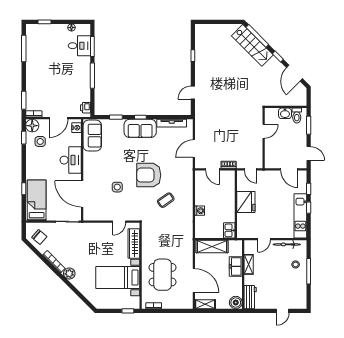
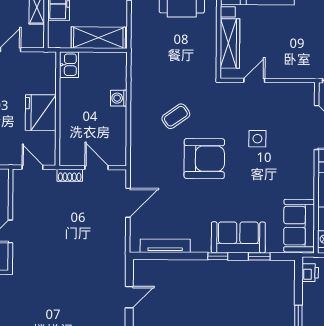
sofa: (140, 128) -> (238, 237), moved

